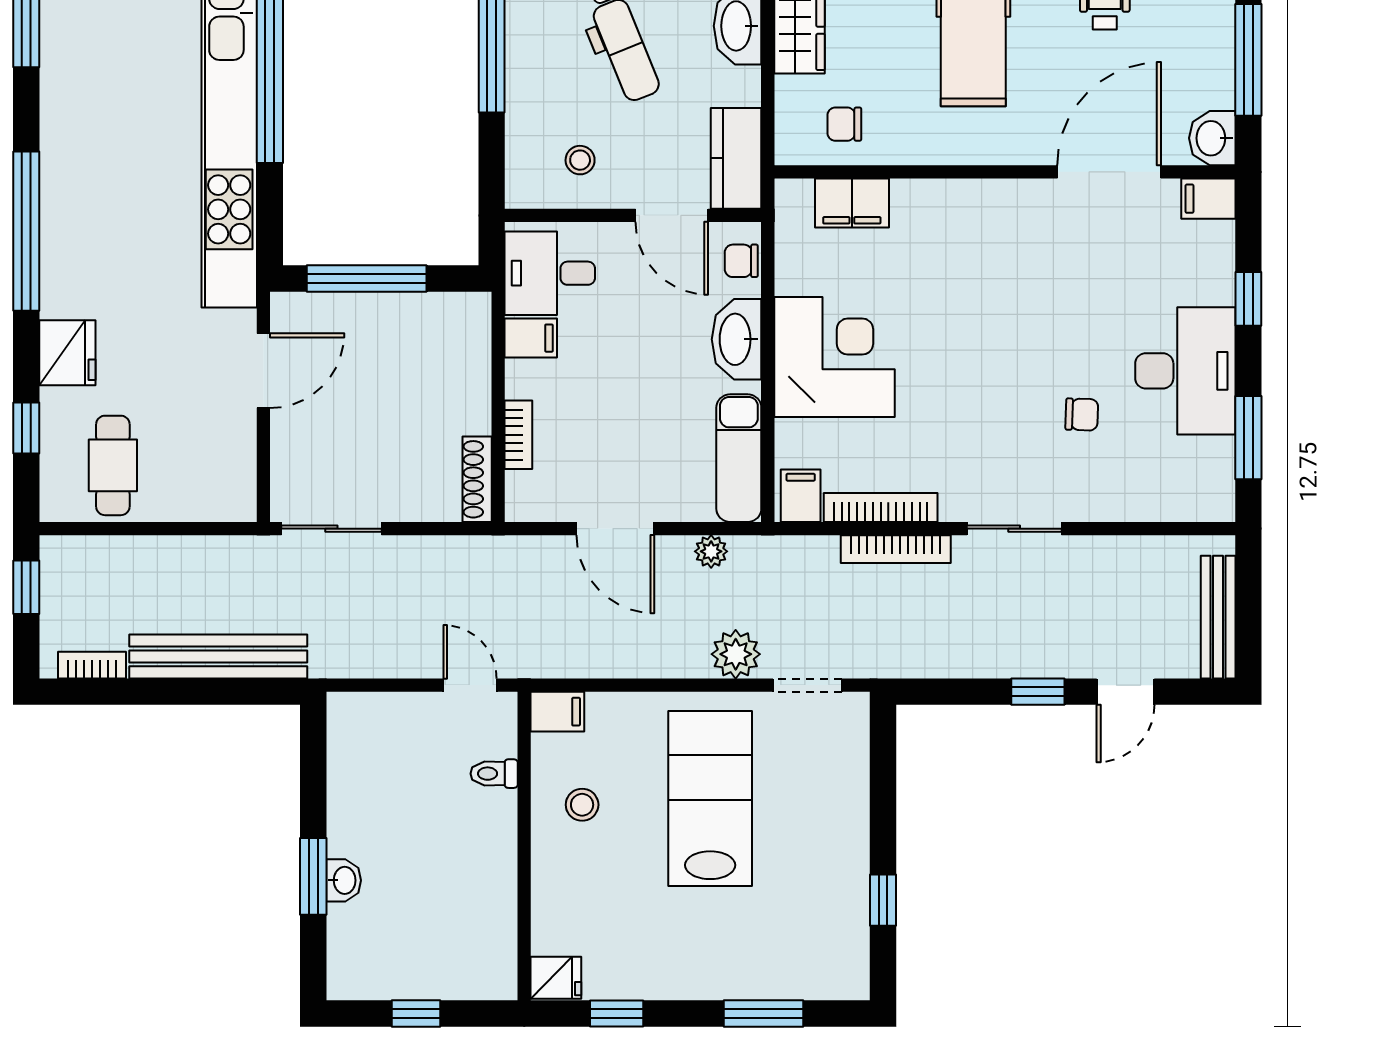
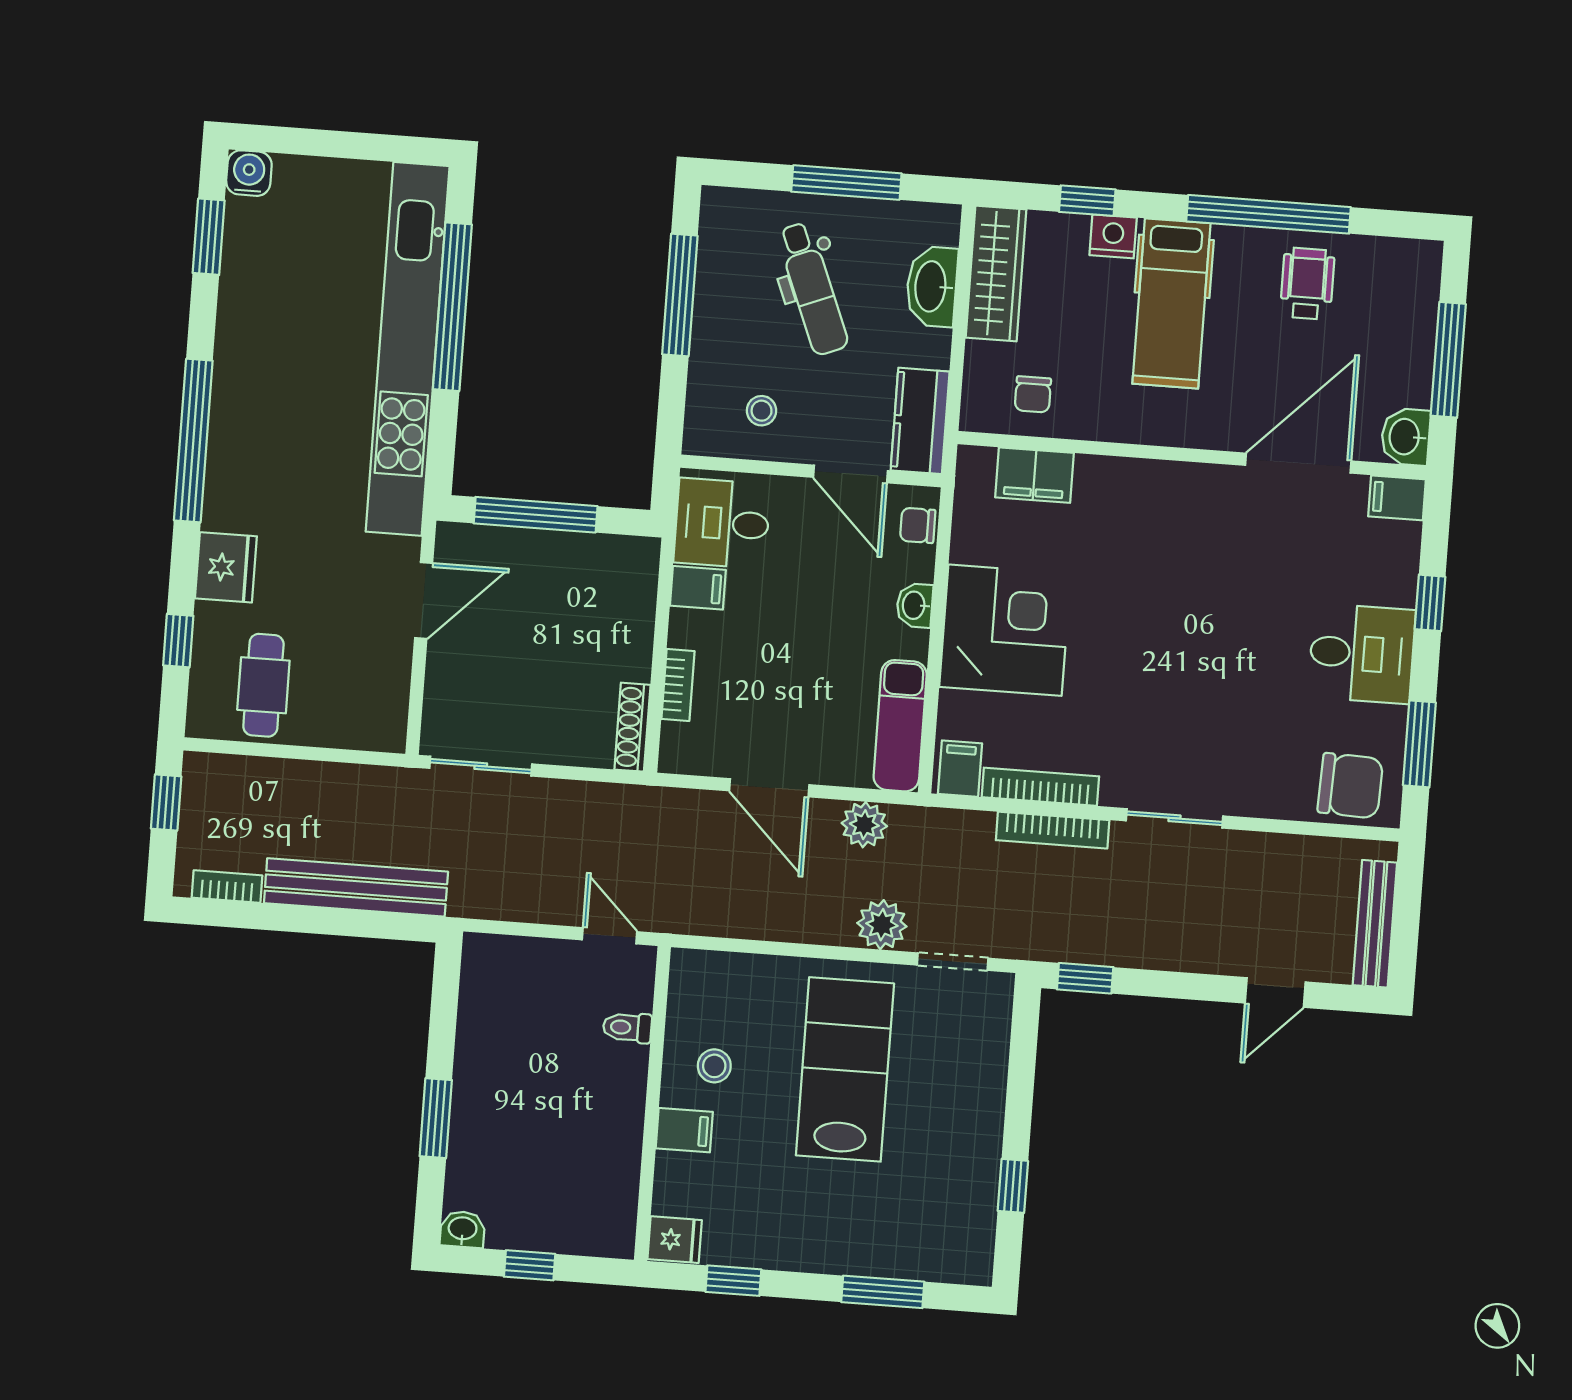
chair: (844, 124) -> (1033, 394), turned -90
washbasin: (737, 339) -> (915, 605), width x0.52, depth x0.69
desk: (1185, 371) -> (1362, 654), width x0.73
chair: (1082, 414) -> (1350, 786), moved, width x1.87, depth x1.87
plant: (711, 551) -> (864, 825), width x1.38, depth x1.38
window: (1038, 692) -> (1085, 978), moved
filing cabinet: (557, 712) -> (684, 1130), moved
washbasin: (344, 880) -> (463, 1229), moved, turned -90

